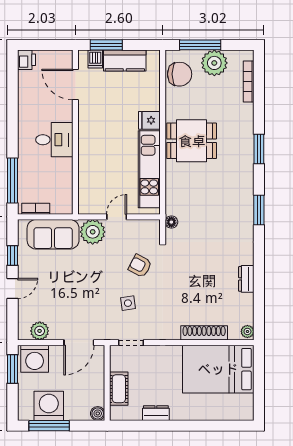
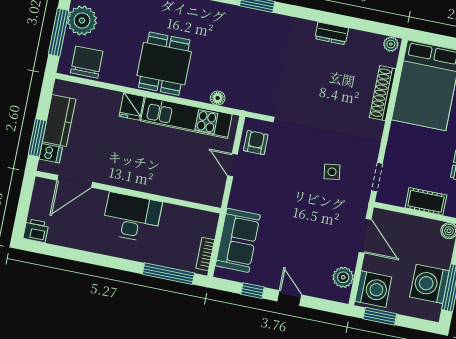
desk: (54, 140) -> (132, 217), width x1.37
floor lamp: (171, 222) -> (218, 98), moved
plant: (93, 232) -> (244, 195), removed
armchair: (140, 266) -> (256, 143), moved, turned 152

